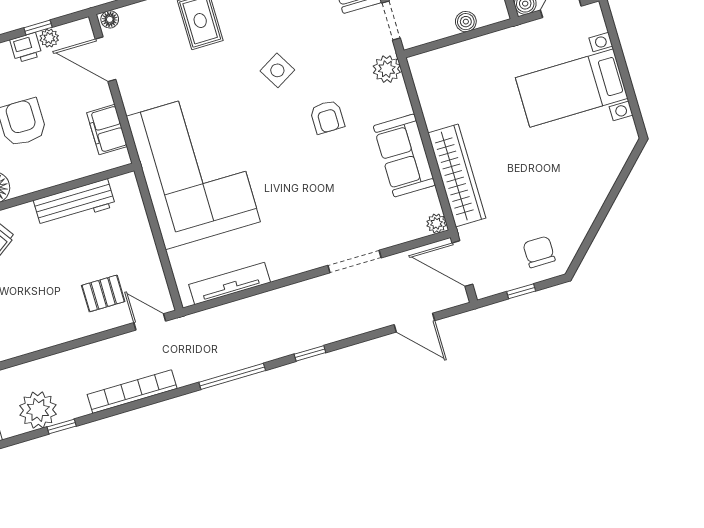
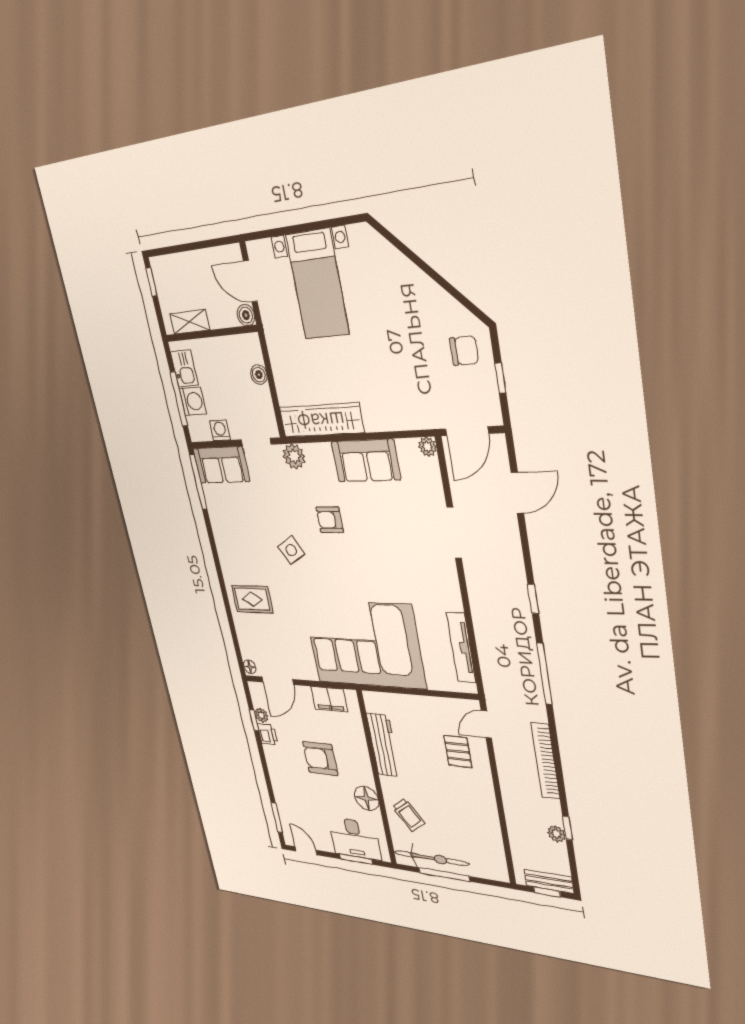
armchair: (327, 117) -> (330, 520), turned 180
wardrobe: (457, 175) -> (321, 420), moved
chair: (539, 252) -> (464, 351), turned 180
plant: (38, 410) -> (556, 834), width x0.53, depth x0.53

